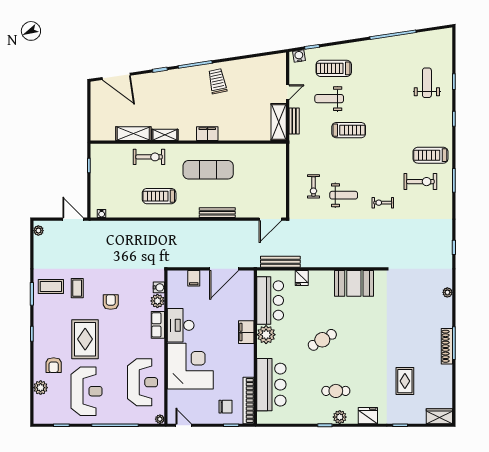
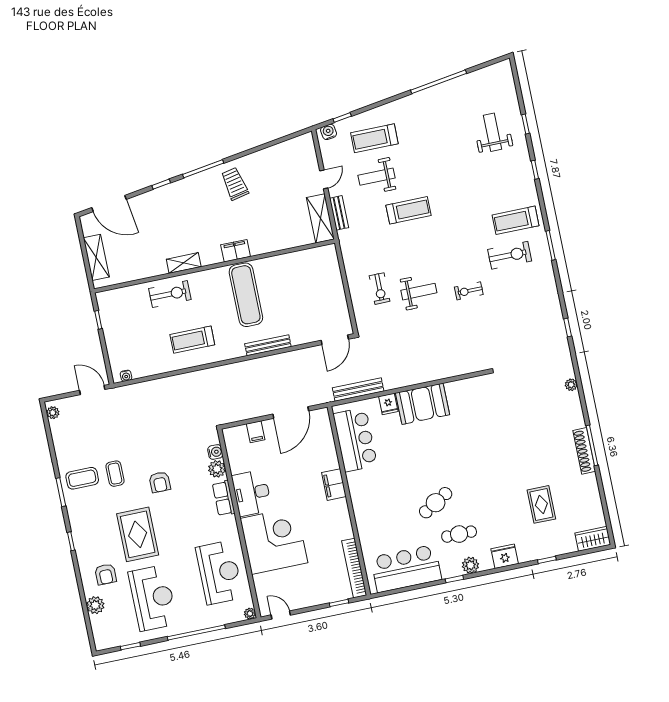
shelving: (133, 134) -> (96, 257), moved, turned 90
exercise mat: (208, 170) -> (246, 295), turned 90
booth: (354, 283) -> (423, 404), moved
armchair: (111, 302) -> (160, 482), turned 180
plant: (266, 335) -> (359, 483), removed
cafe table: (322, 340) -> (436, 503), moved
bar counter: (271, 385) -> (406, 569), moved, turned -90
chair: (226, 407) -> (328, 581), removed

